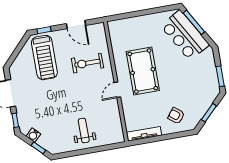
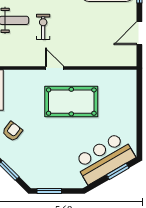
window: (194, 22) -> (118, 171), width x0.69
exercise bike: (87, 63) -> (43, 27), moved, width x0.73, depth x0.72

